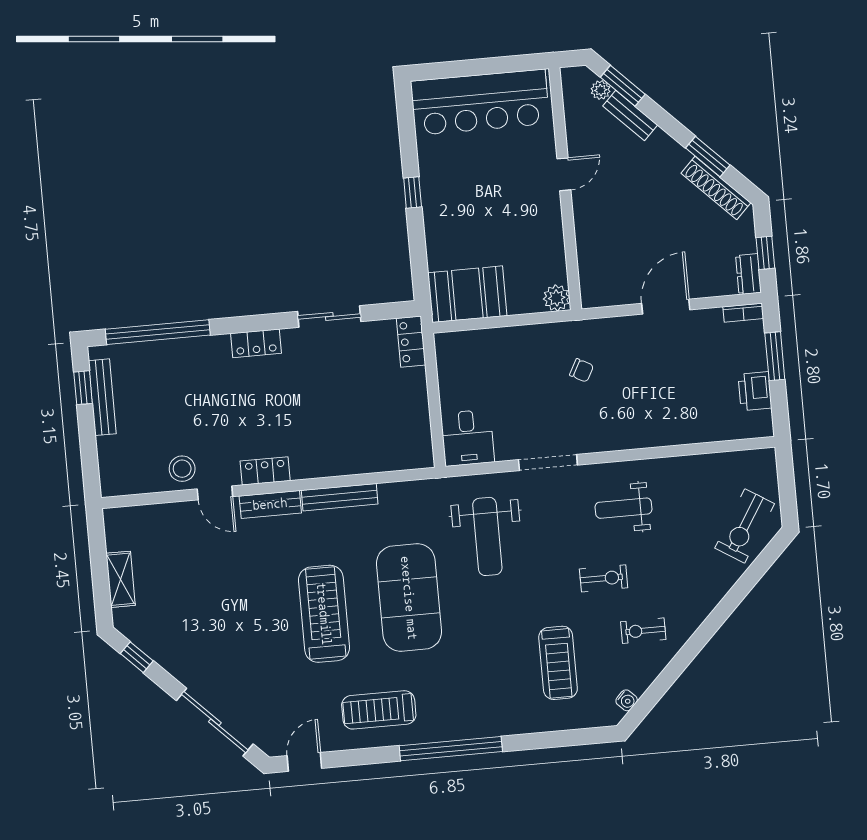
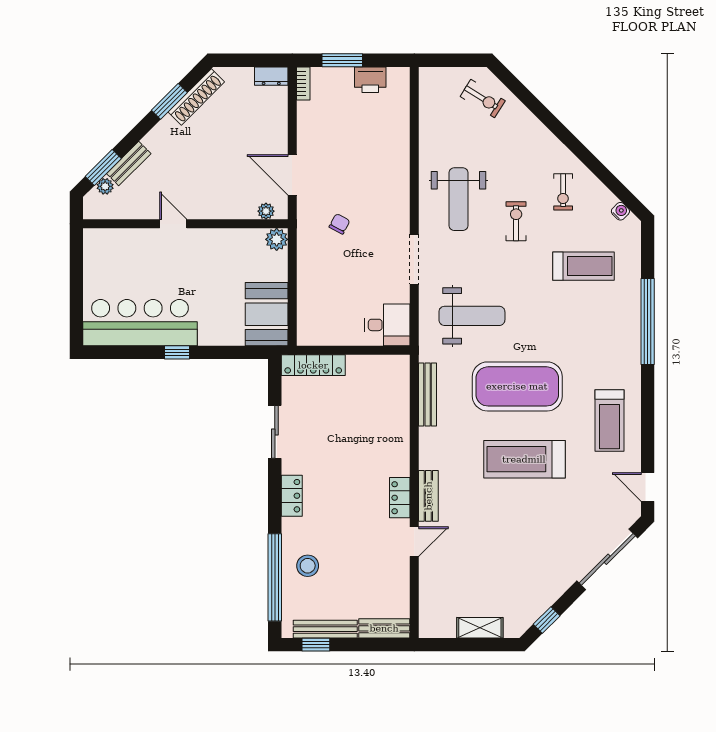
bar counter: (480, 102) -> (140, 323), moved, turned -90
window: (765, 253) -> (255, 60), removed
plant: (589, 282) -> (266, 211), added
door: (666, 307) -> (292, 175), moved
locker: (411, 342) -> (313, 365), width x1.53
bench: (109, 467) -> (384, 628), added
stool: (182, 469) -> (308, 566), moved
bench: (340, 497) -> (428, 395), moved
weight bench: (624, 508) -> (458, 199), width x1.36, depth x1.33
exercise bike: (745, 526) -> (483, 99), width x0.73, depth x0.72
window: (451, 749) -> (648, 322), moved

